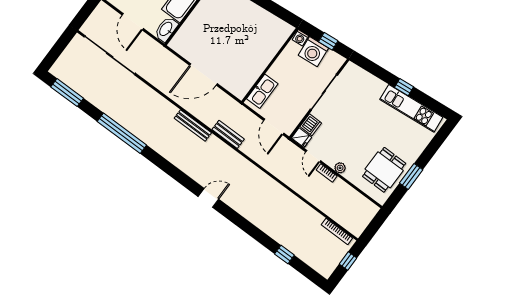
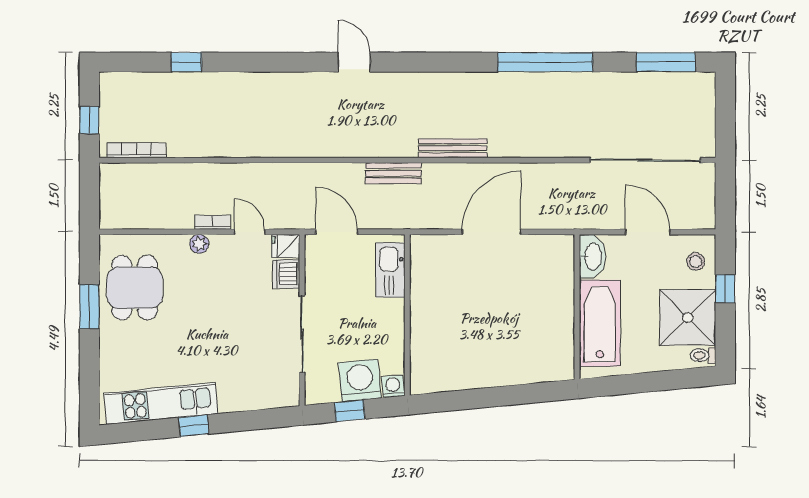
door: (208, 198) -> (354, 62), swing flipped

